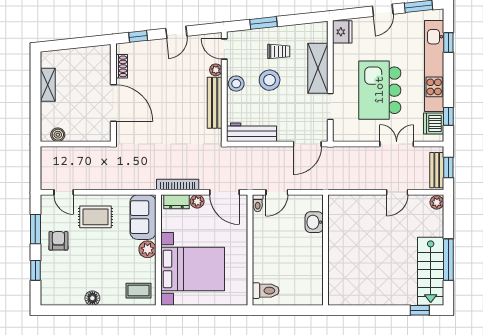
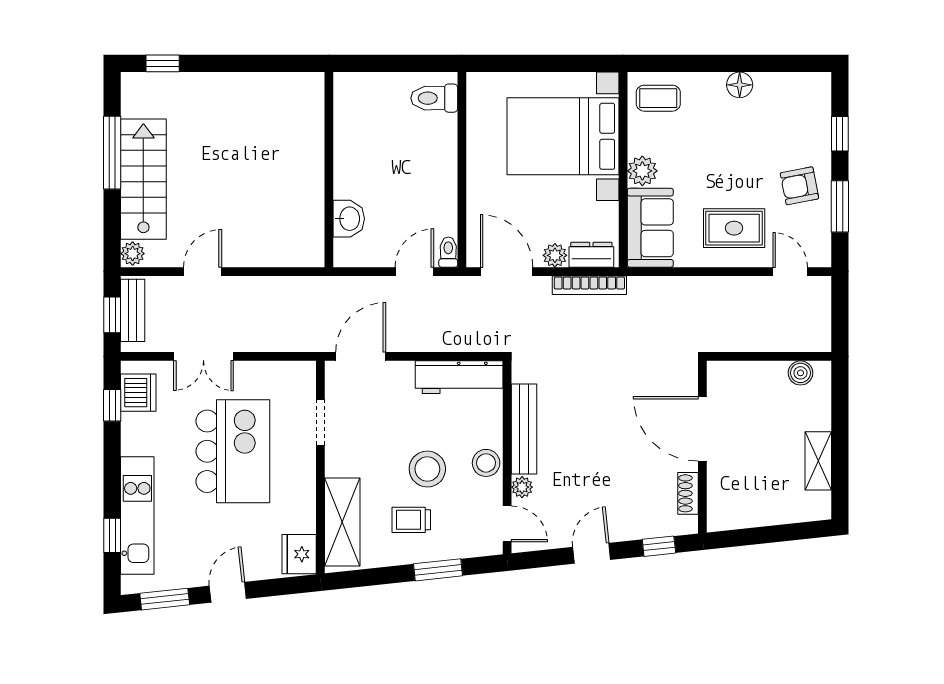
kitchen unit: (434, 66) -> (137, 516), width x0.73
shelving: (318, 68) -> (342, 522), moved
armchair: (58, 241) -> (799, 186), turned 79
stairs: (431, 271) -> (143, 179), moved

